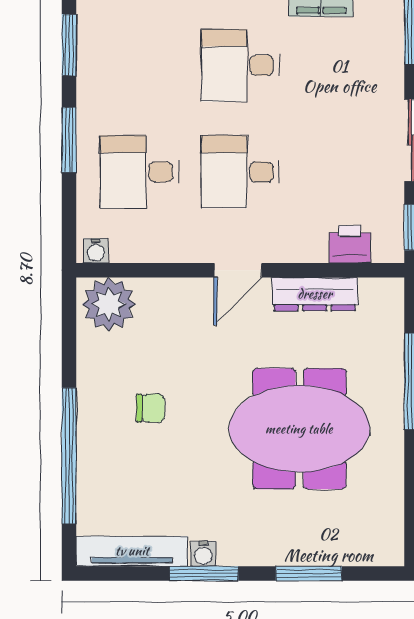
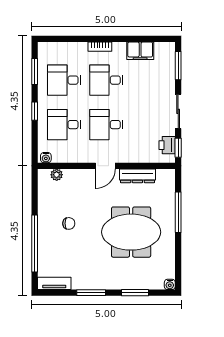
desk: (139, 65) -> (64, 80), added
window: (69, 140) -> (35, 111), width x0.67
printer: (350, 244) -> (167, 145), moved, turned -90
plant: (109, 304) -> (57, 175), width x0.53, depth x0.53
tv unit: (132, 551) -> (54, 283), width x0.71
water cooler: (203, 554) -> (170, 284), moved

